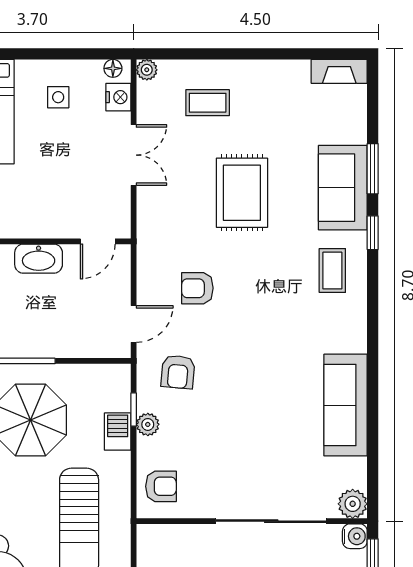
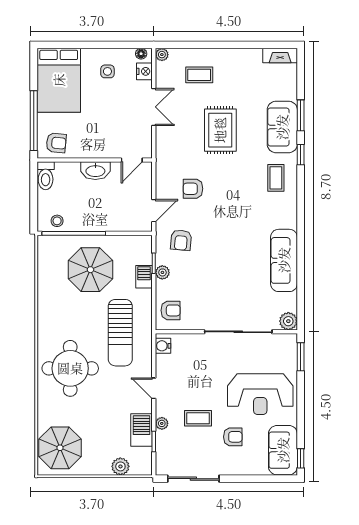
water cooler: (355, 536) -> (163, 346), moved, turned 180

